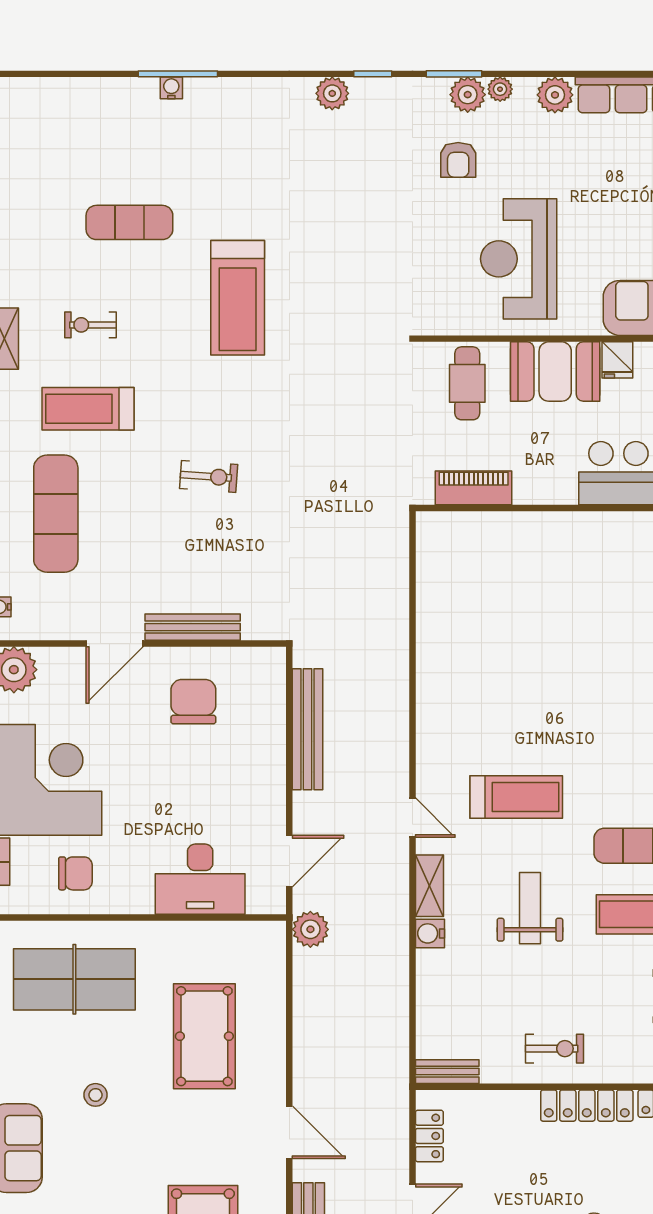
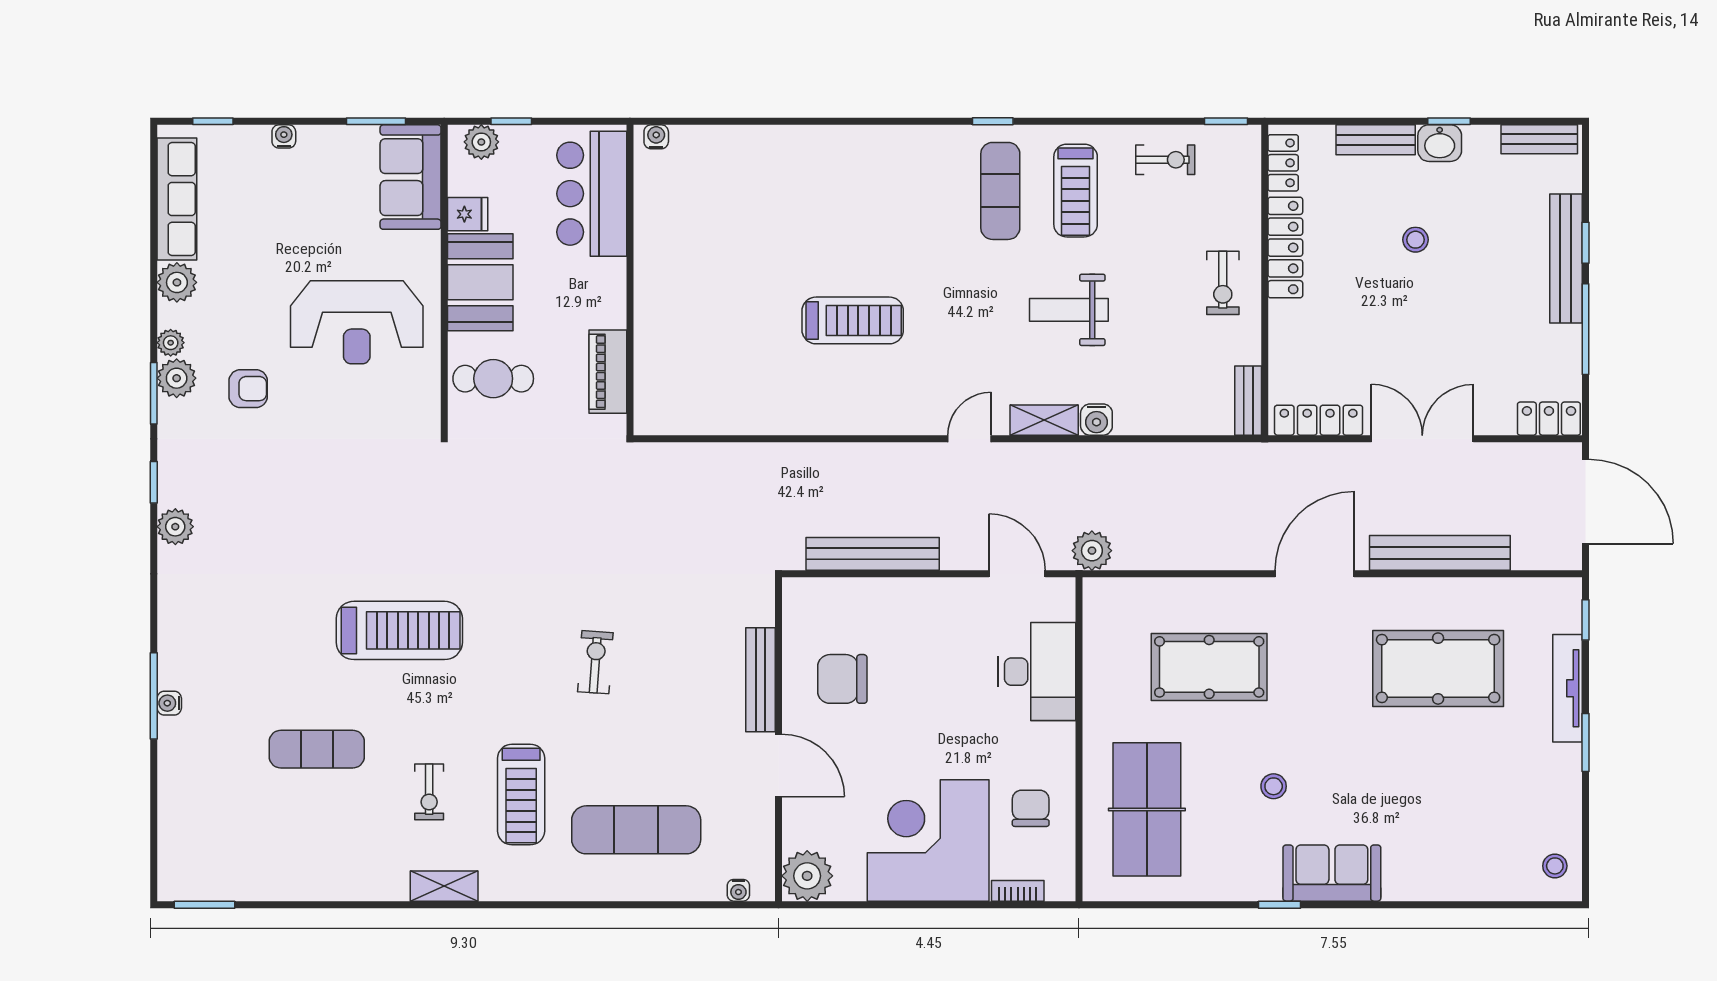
exercise mat: (129, 222) -> (317, 749), turned 90
treadmill: (516, 797) -> (853, 320), moved, turned 90
exercise bike: (555, 1049) -> (1223, 283), turned 180
door: (289, 1132) -> (1315, 574), width x1.36
locker: (429, 1136) -> (1319, 420), width x1.53

